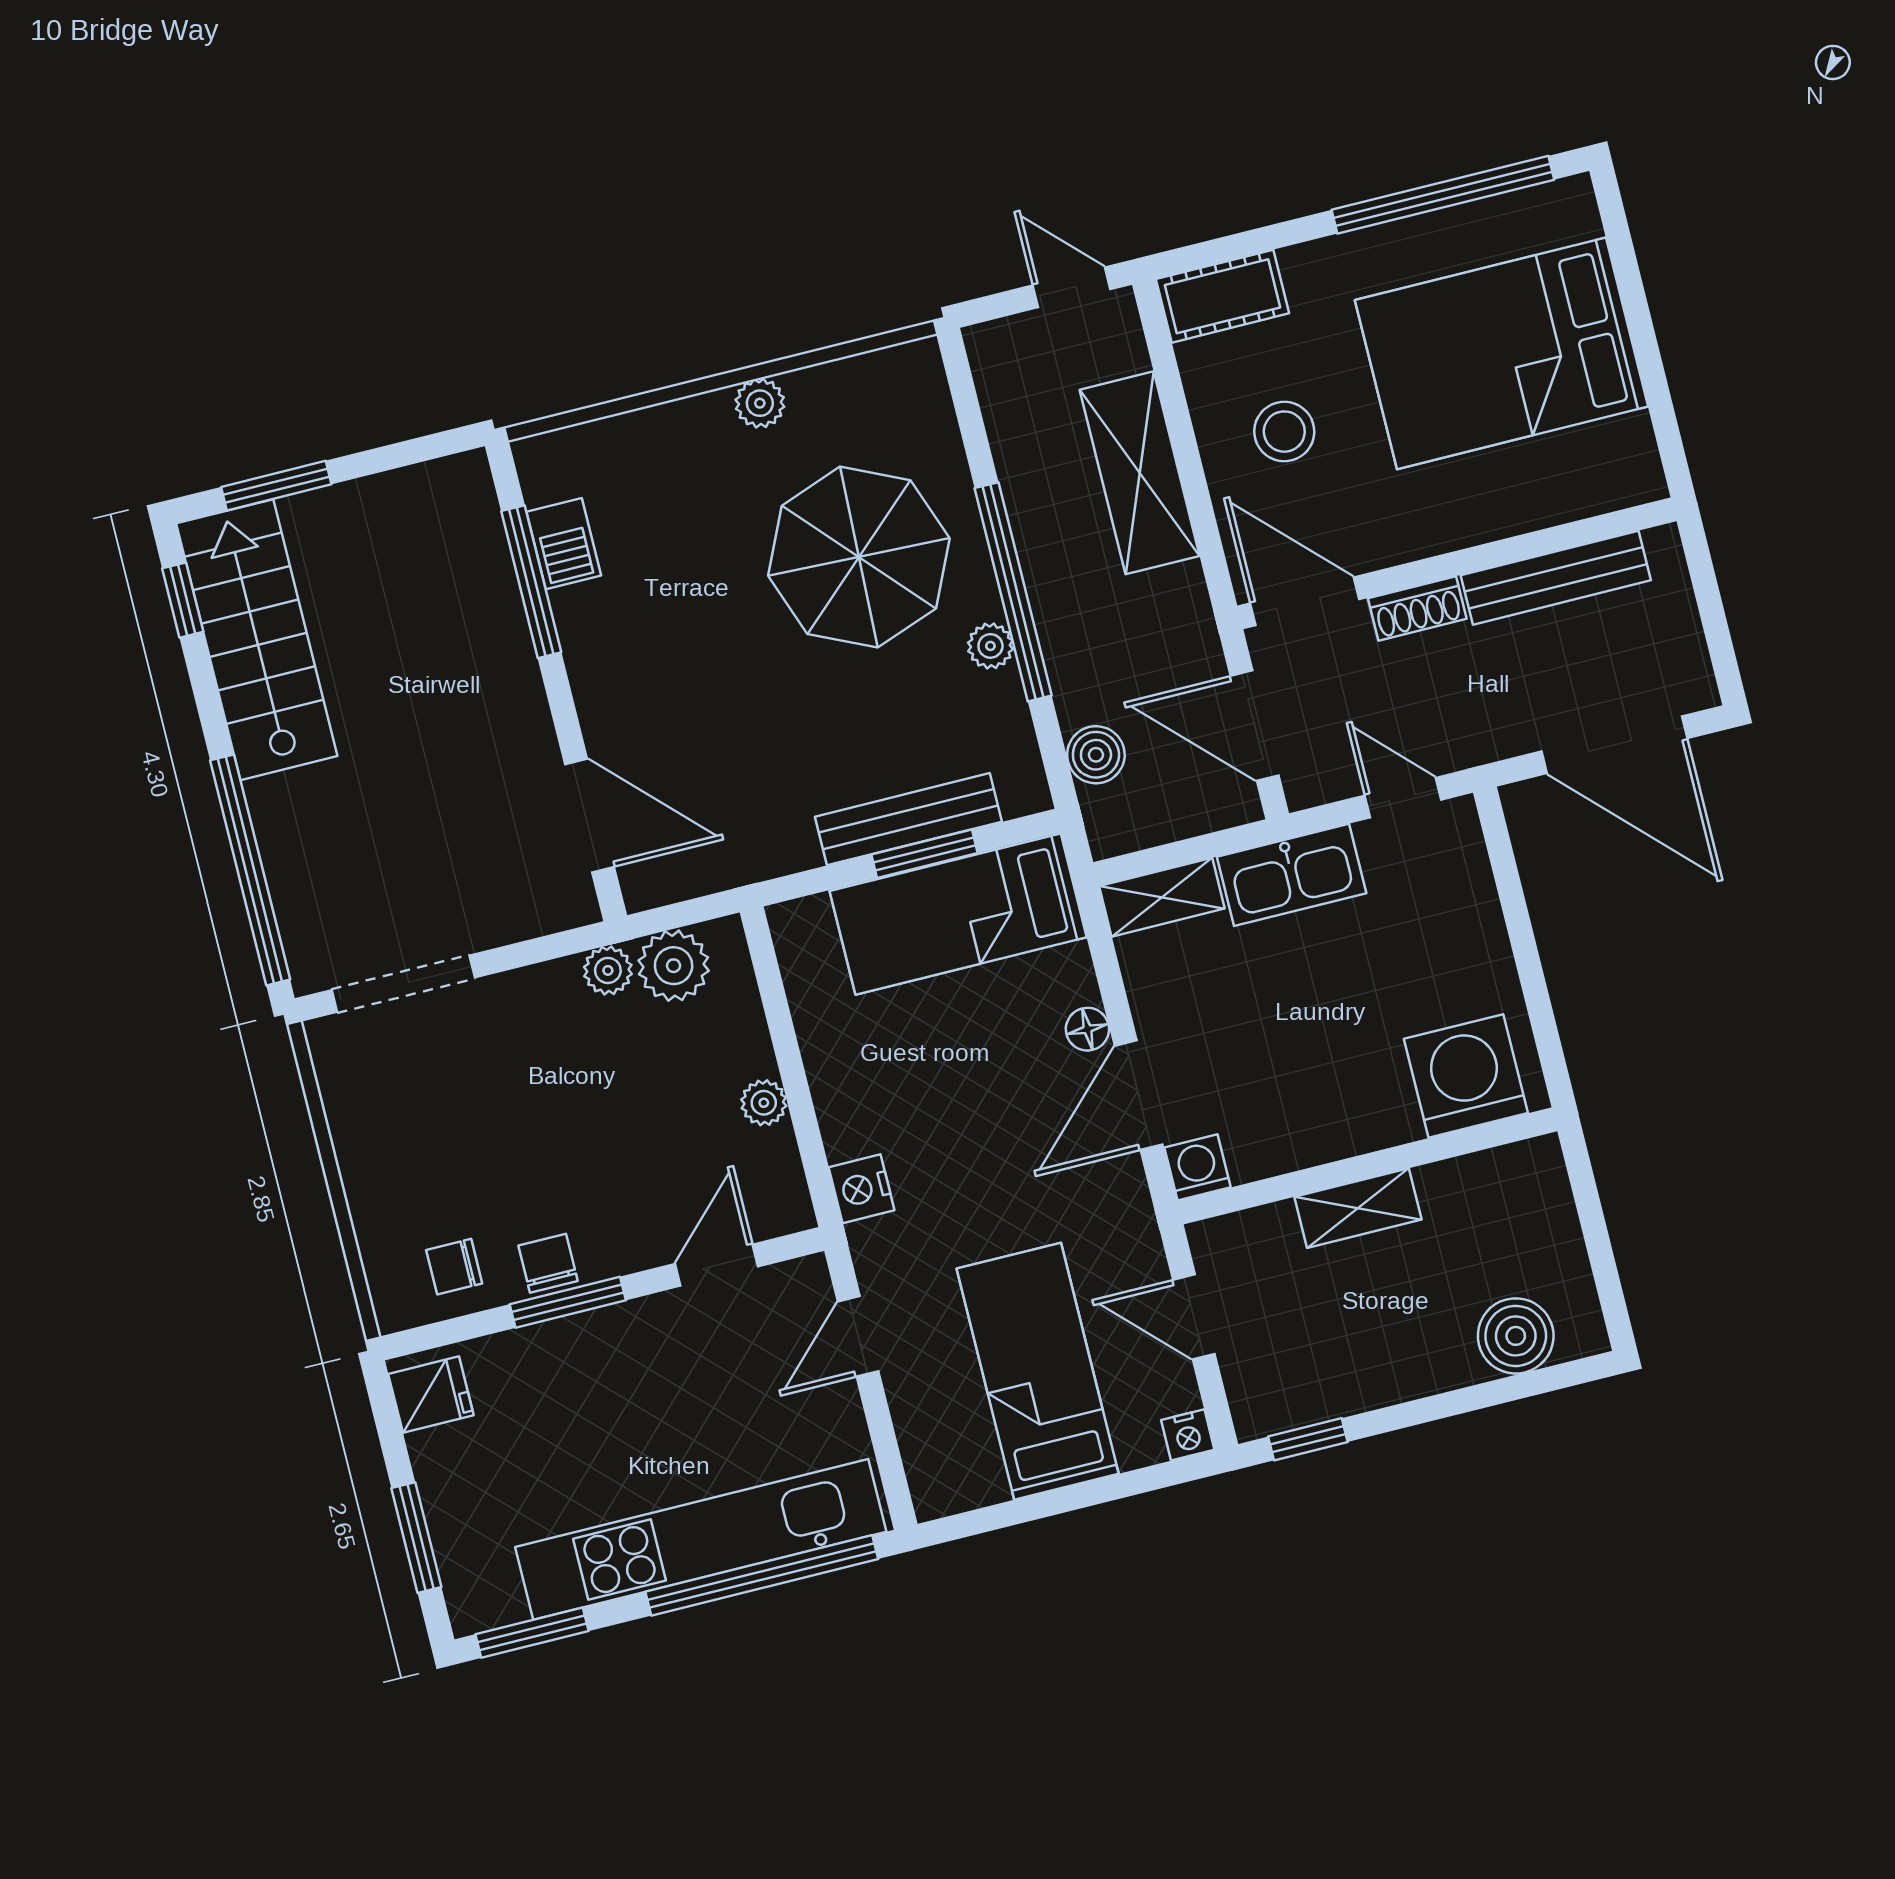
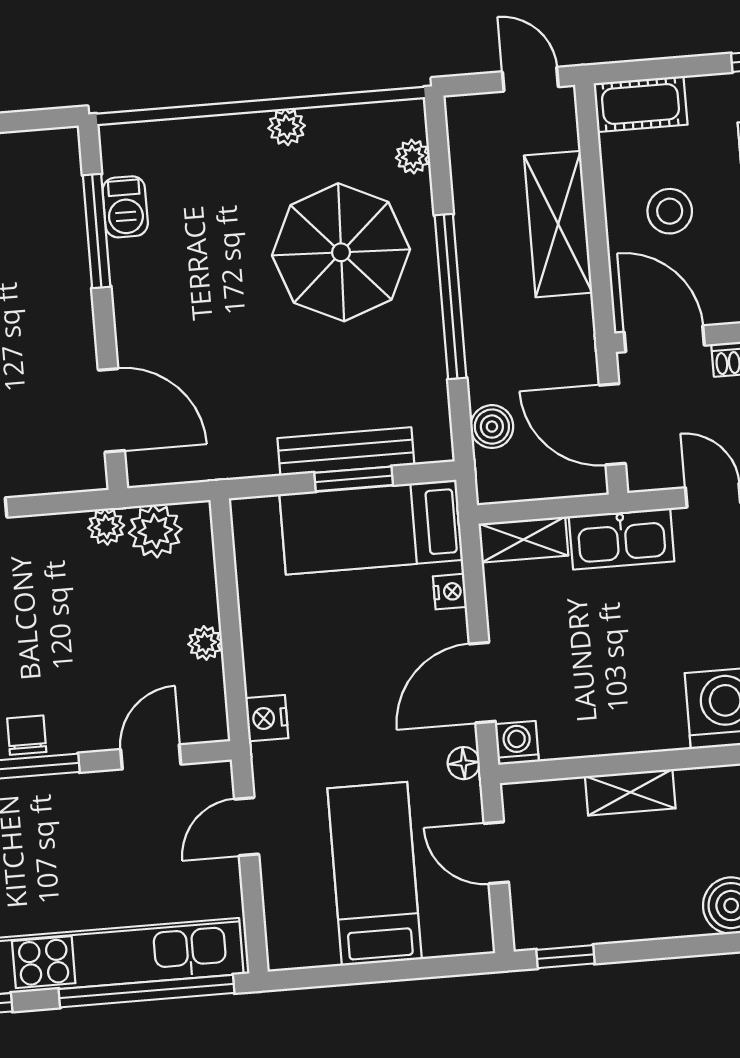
plant: (990, 646) -> (413, 157), moved
floor lamp: (1087, 1029) -> (464, 763), moved
nightstand: (1188, 1435) -> (450, 592), moved, turned -90

